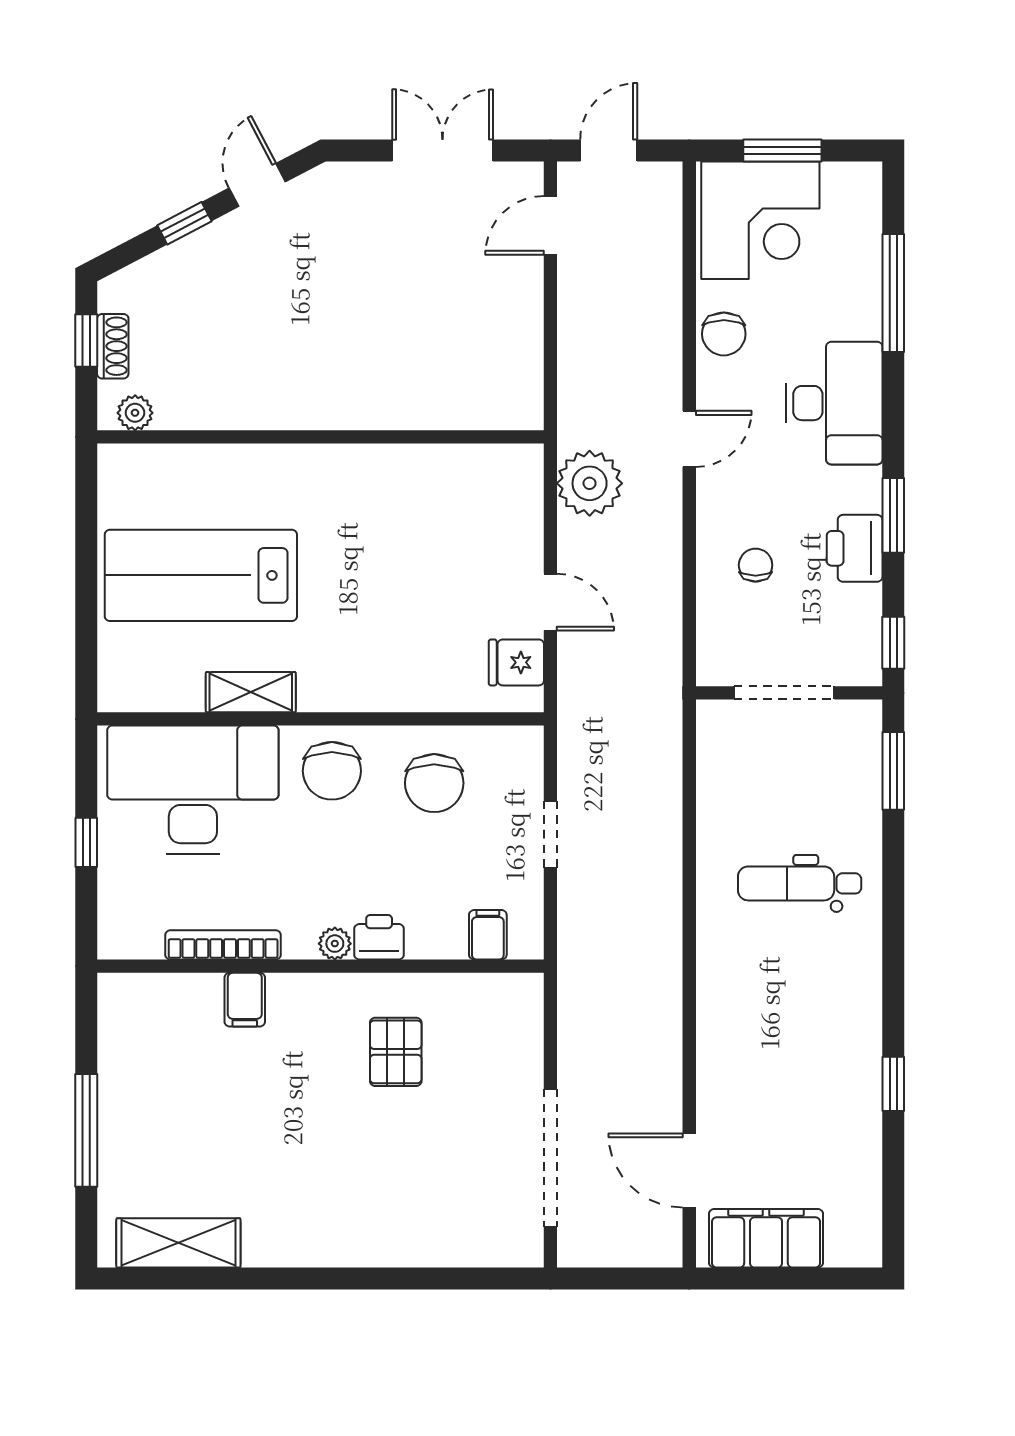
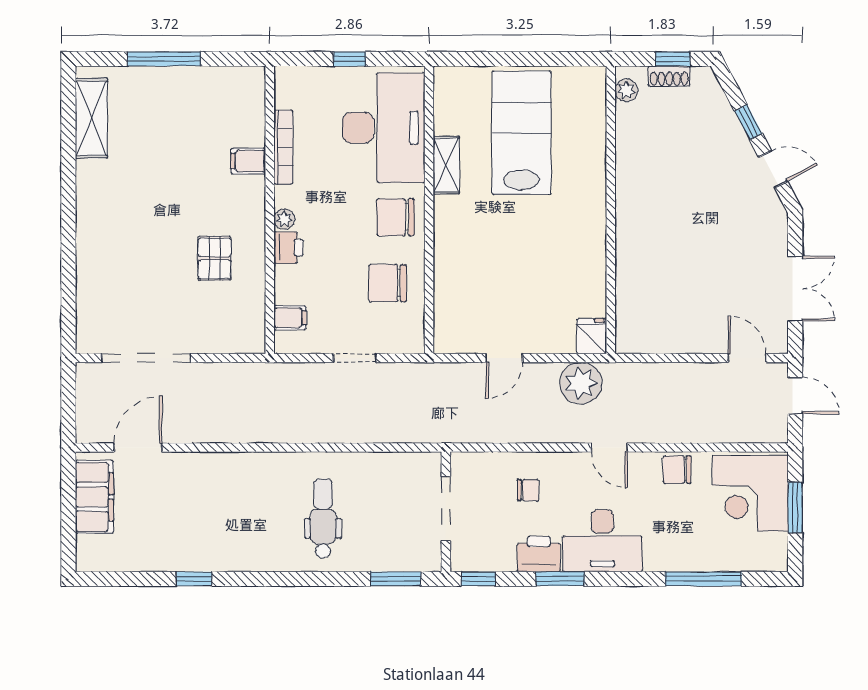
desk: (834, 403) -> (602, 541), moved
fridge: (516, 662) -> (592, 336), moved
pallet: (396, 1052) -> (215, 258), turned 90

